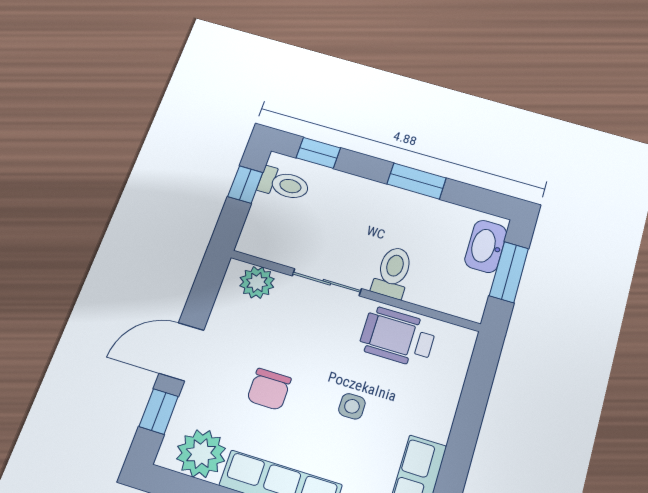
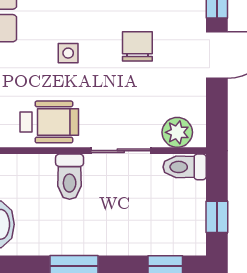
toilet: (284, 184) -> (185, 167), moved

